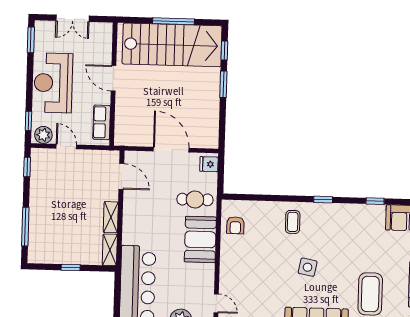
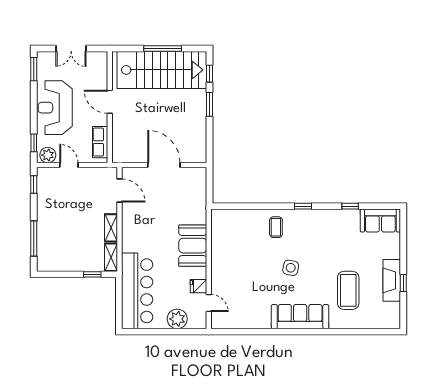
fridge: (209, 164) -> (199, 286), moved
cafe table: (195, 200) -> (187, 209), removed
armchair: (235, 225) -> (224, 232), removed
window: (71, 267) -> (92, 274), moved

